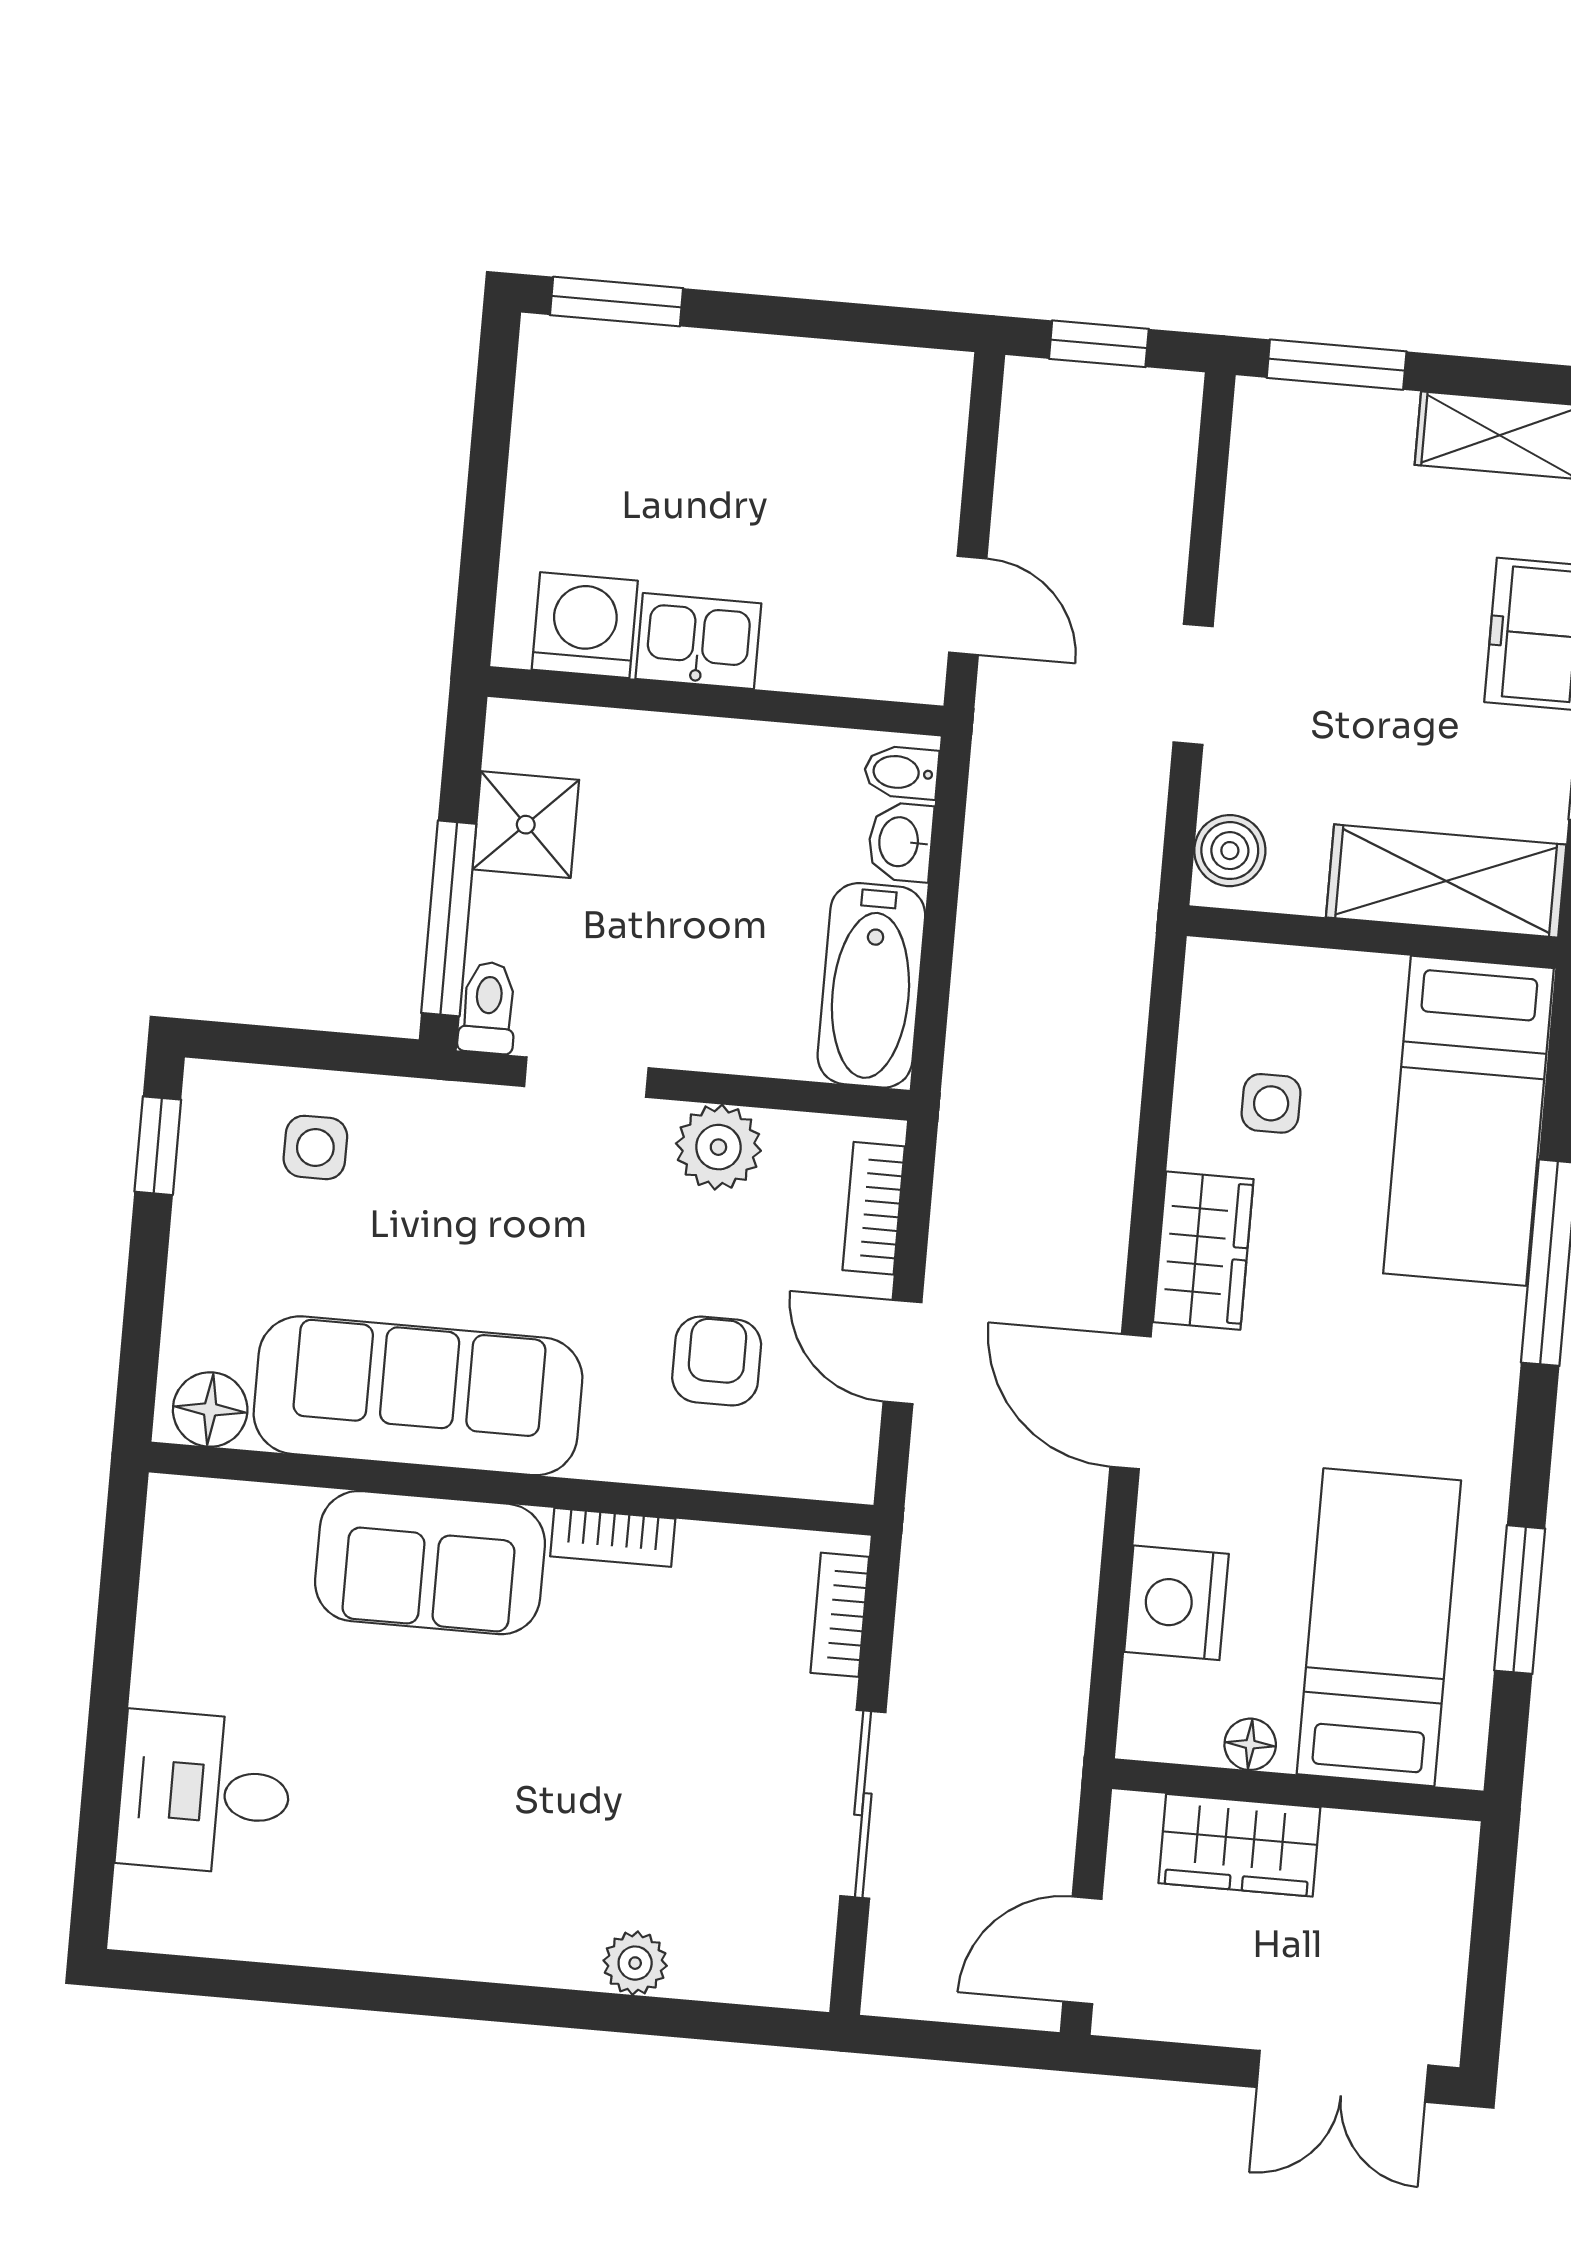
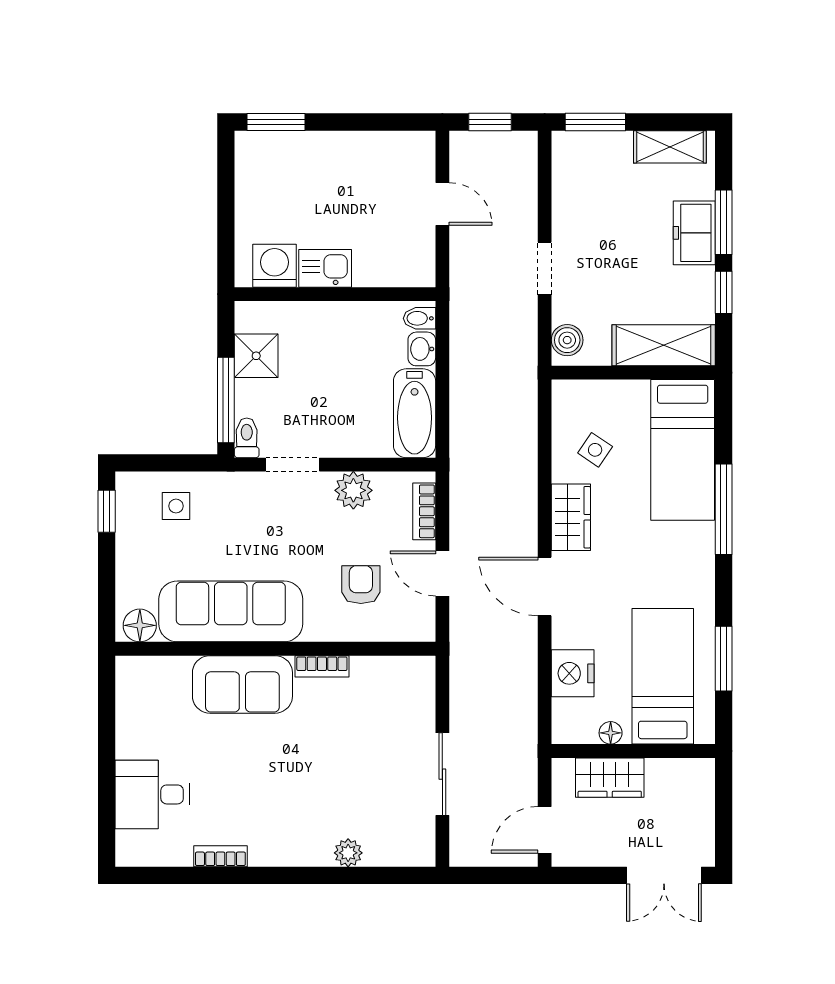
door: (968, 605) -> (442, 204), moved
side table: (1271, 1103) -> (595, 450), turned 34
bookcase: (840, 1615) -> (220, 856), moved, turned 90

